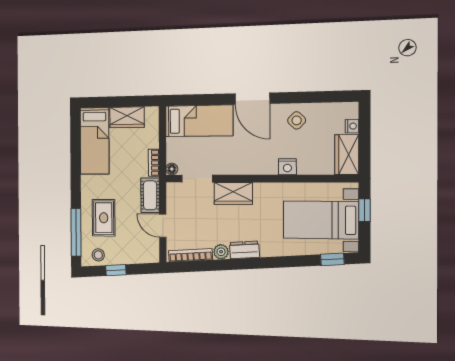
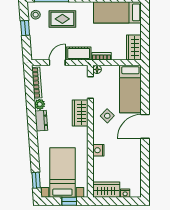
wardrobe: (127, 117) -> (134, 48), moved
side table: (297, 120) -> (107, 116), moved

